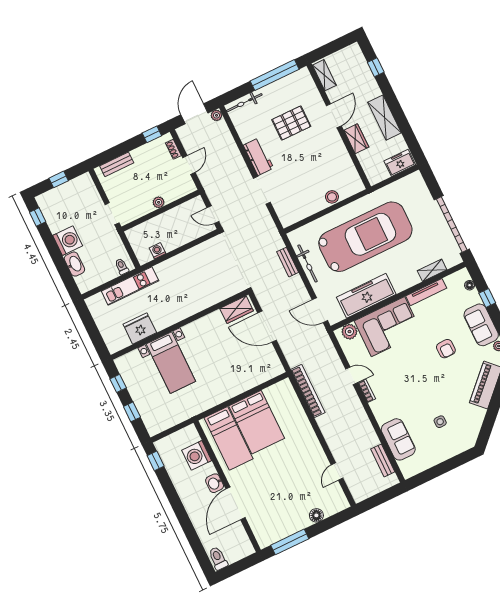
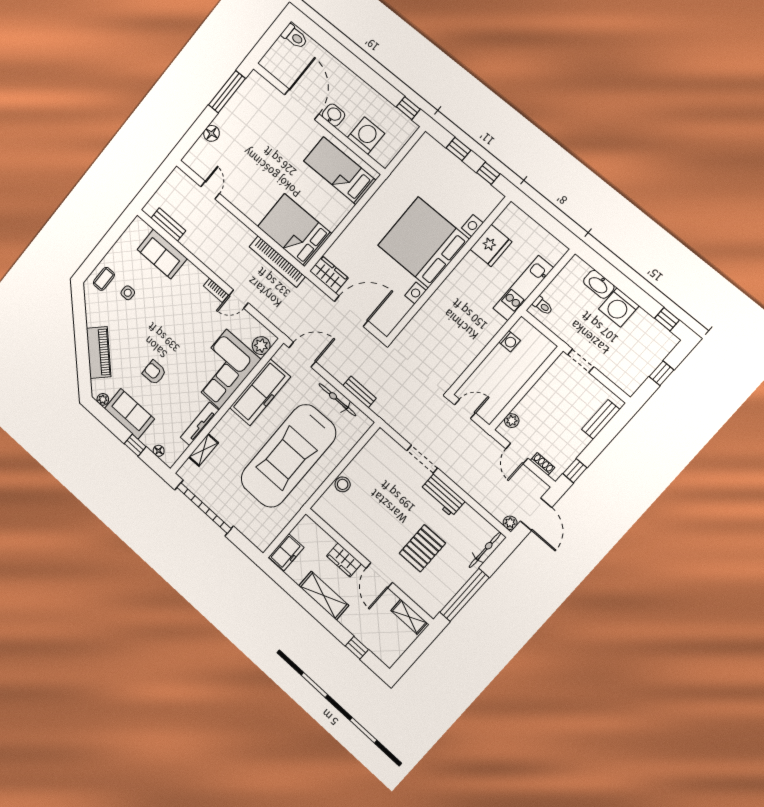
plant: (159, 202) -> (512, 421), moved
wardrobe: (237, 310) -> (329, 274), moved, turned 90
bed with nightstands: (171, 363) -> (423, 242), width x1.85
bed: (257, 422) -> (295, 230), moved
coffee table: (455, 442) -> (104, 279), added

